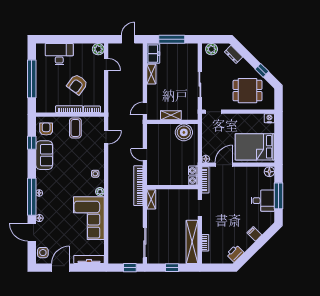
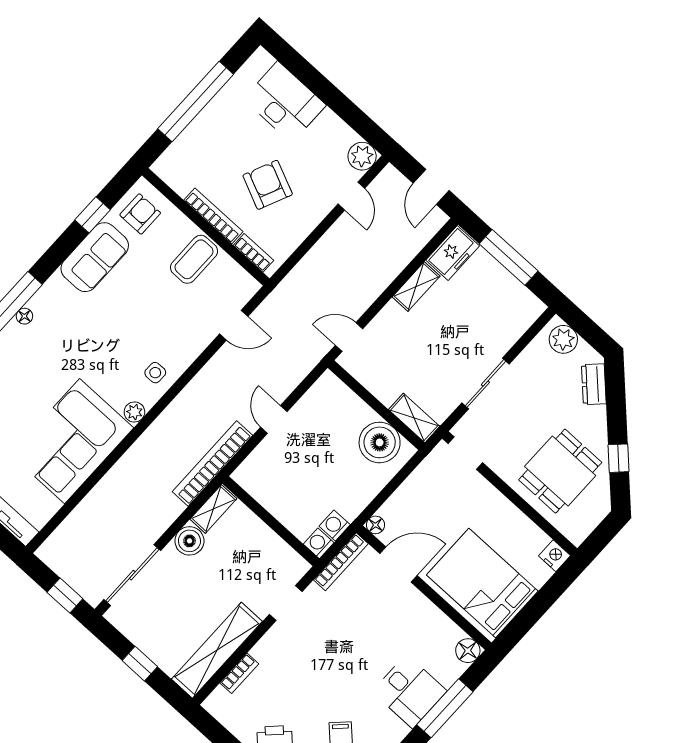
door: (128, 39) -> (431, 187), swing flipped
armchair: (77, 84) -> (268, 185), turned 78
dining table: (247, 91) -> (560, 471), turned 90
shelving: (171, 115) -> (414, 418), moved
boiler: (153, 216) -> (189, 541), added

